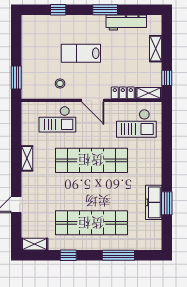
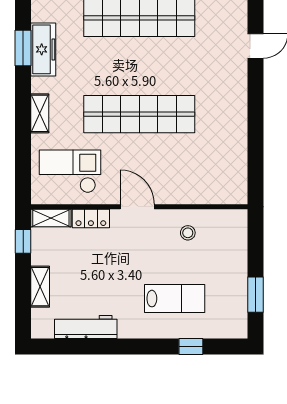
window: (105, 10) -> (118, 347), removed
lab bench: (81, 53) -> (175, 299), moved
window: (16, 78) -> (255, 295), moved
checkout: (57, 119) -> (192, 178), removed
shelving: (27, 158) -> (40, 113), moved

